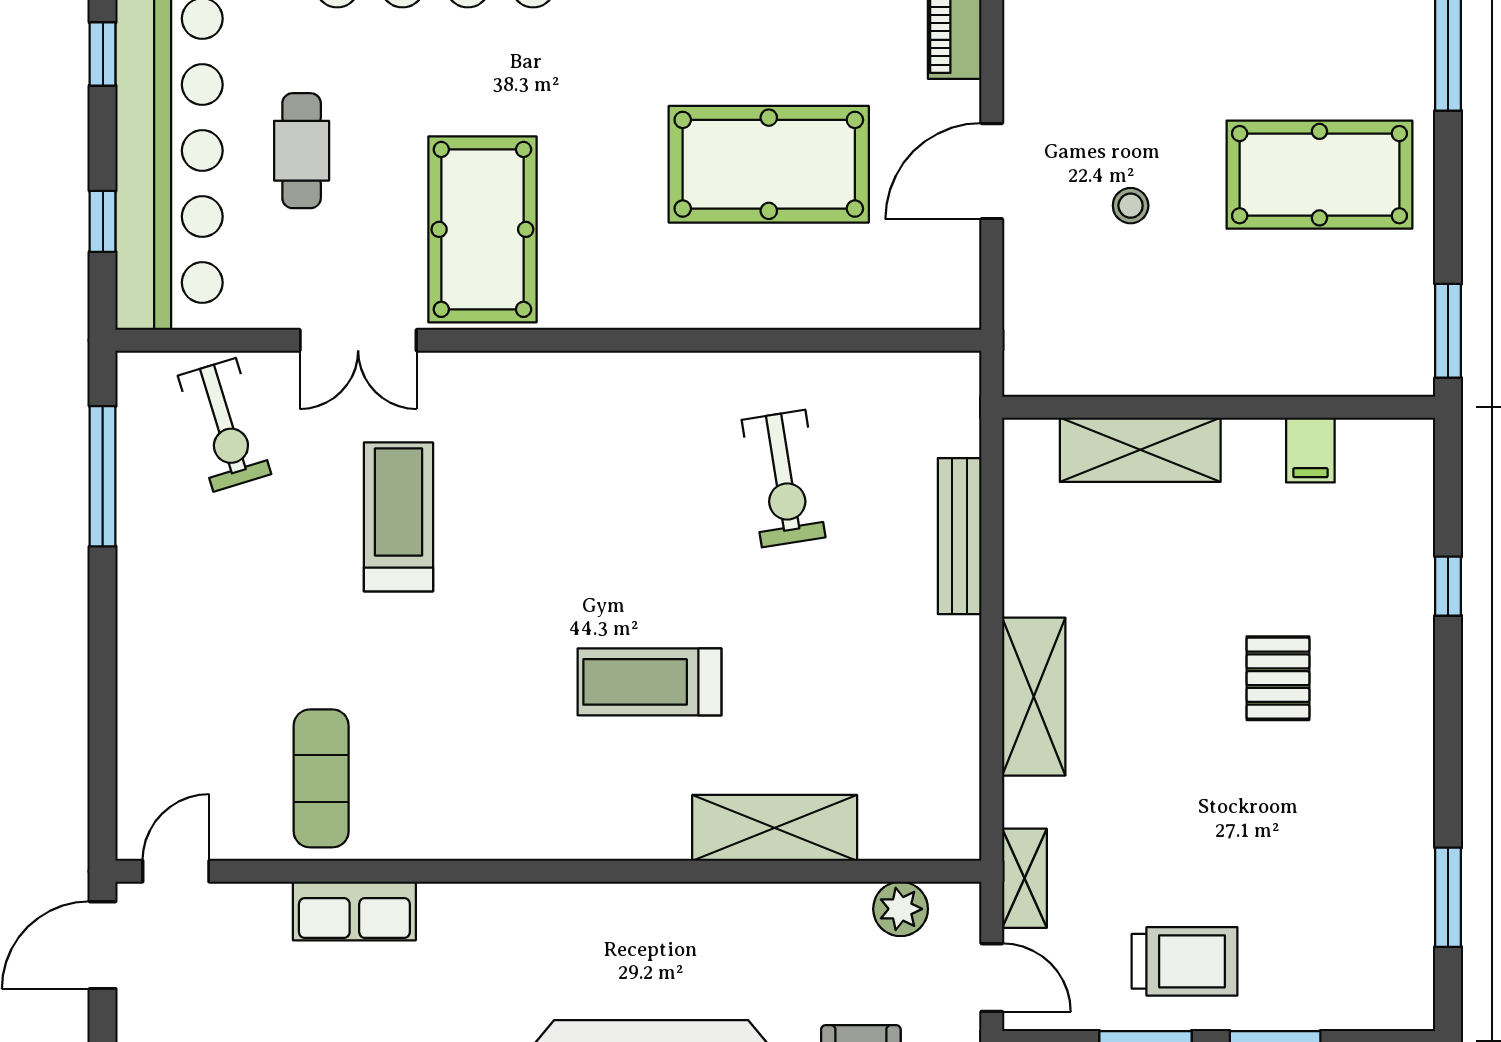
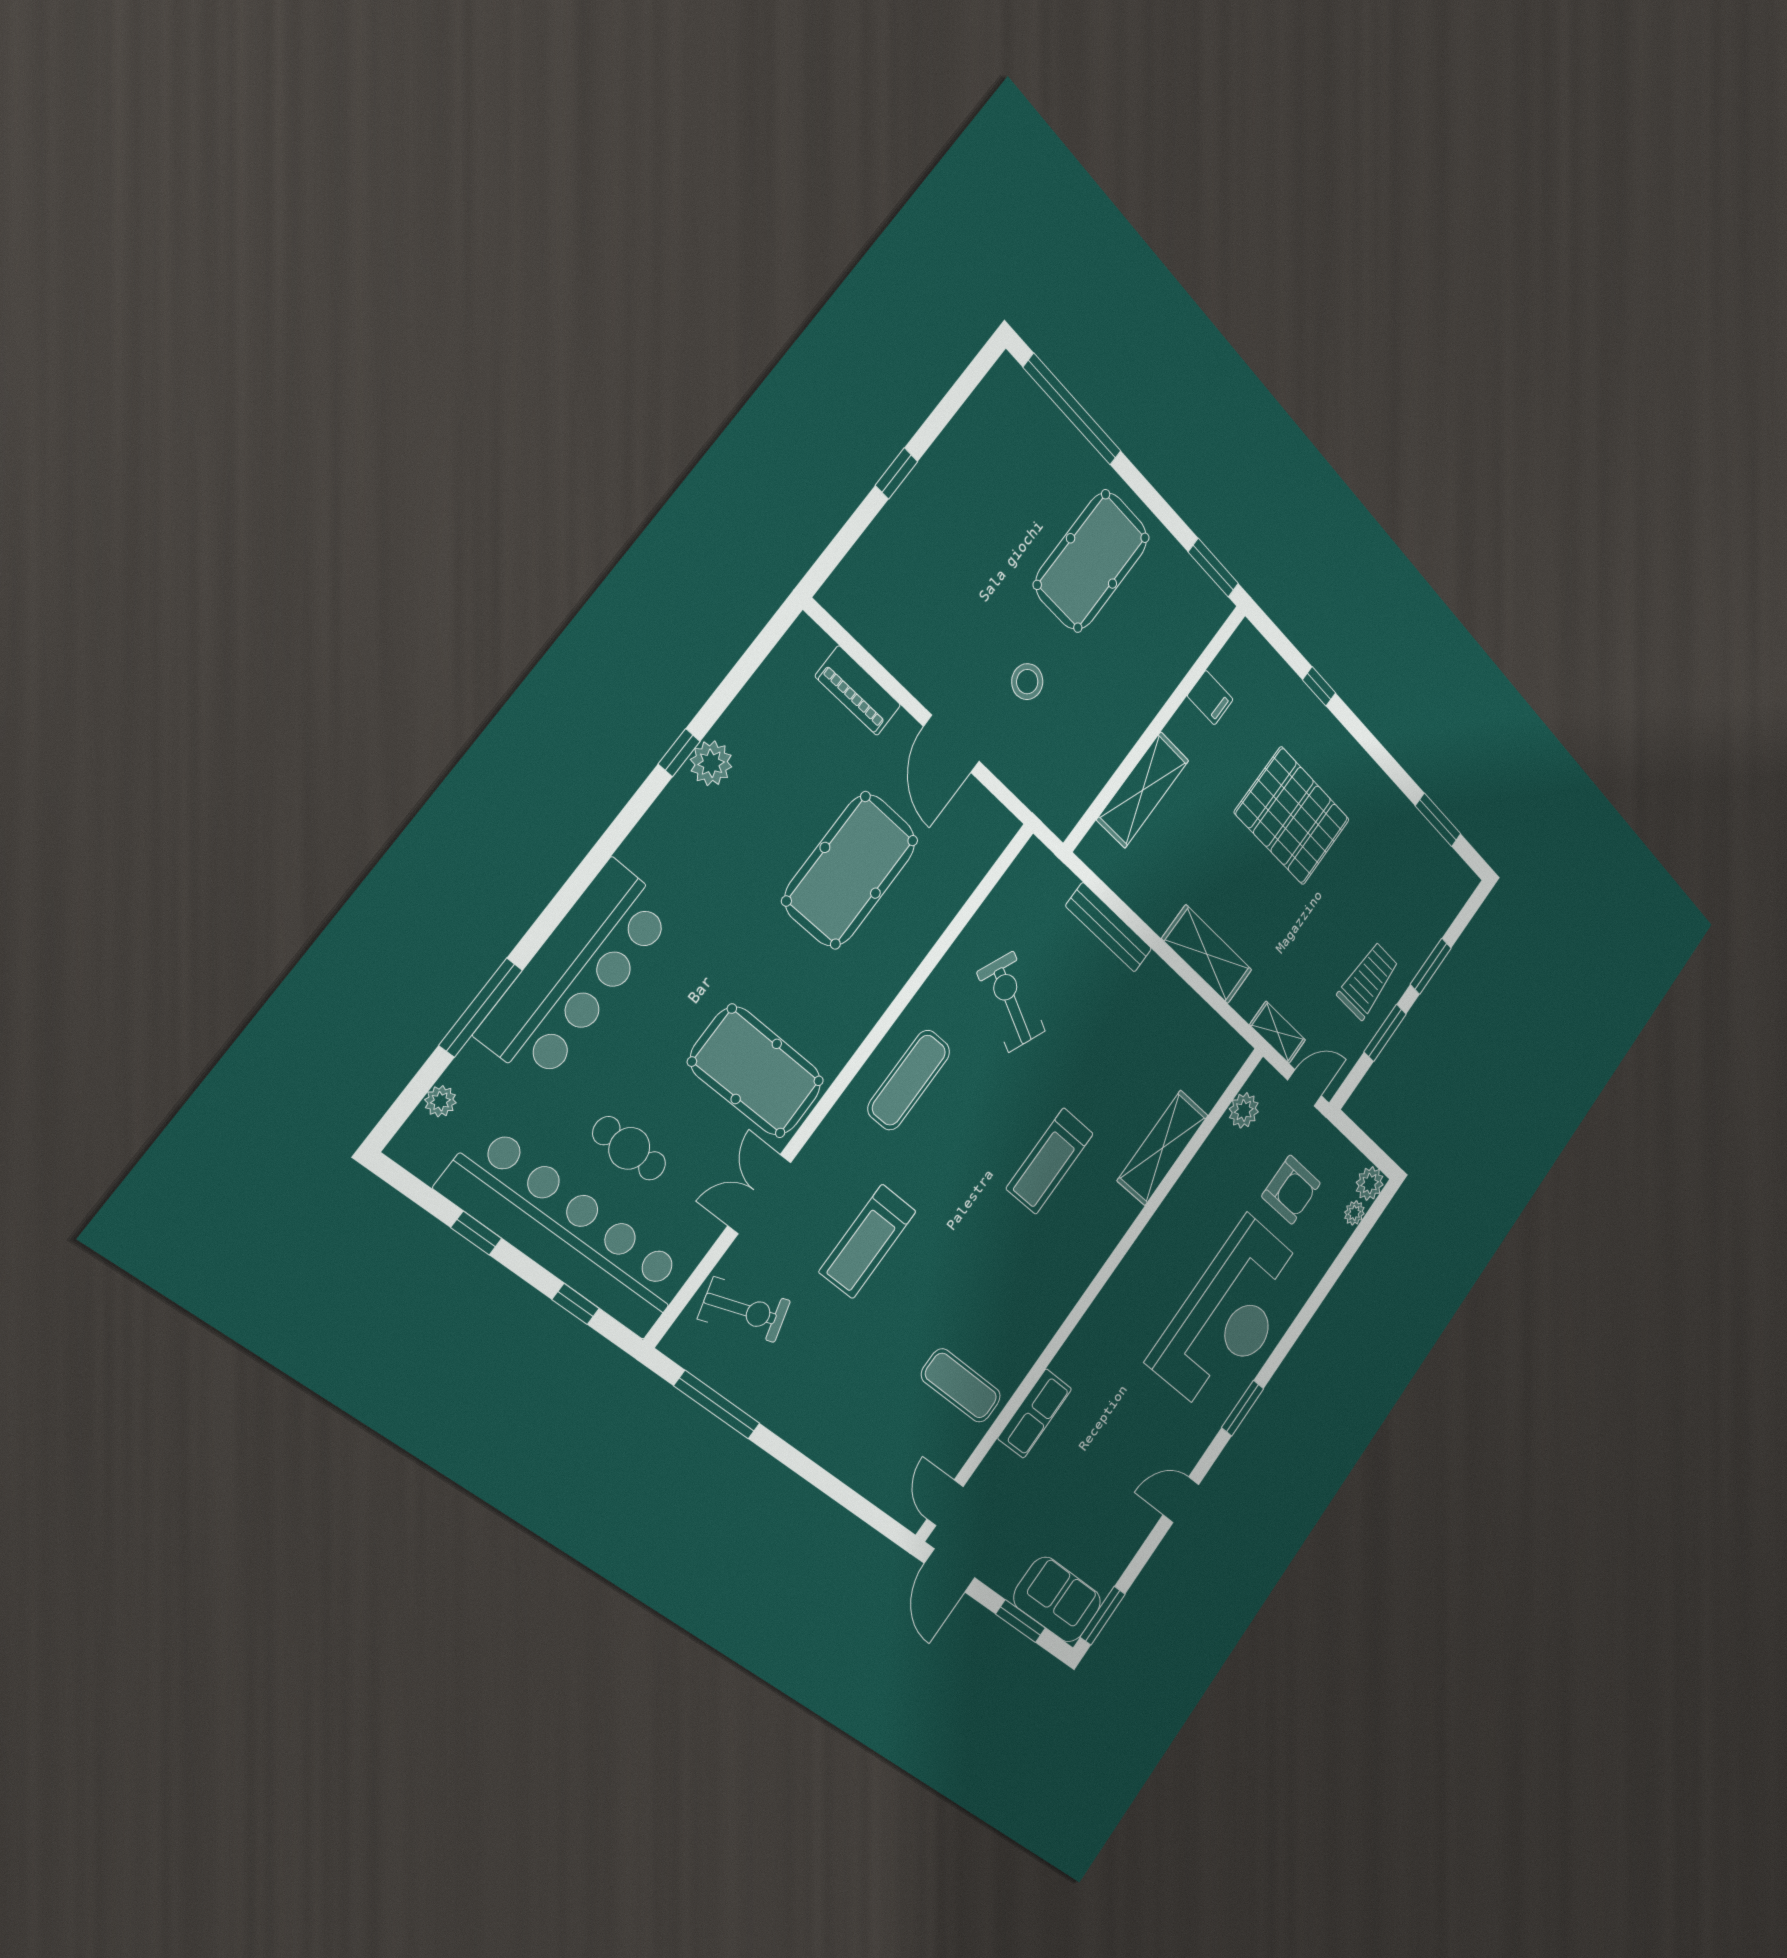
stool: (1131, 206) -> (1027, 682), width x1.37, depth x1.37
double door: (358, 340) -> (759, 1194), swing flipped
exercise mat: (606, 421) -> (909, 1080), added
exercise bike: (784, 479) -> (1011, 1002), turned -146
treadmill: (398, 517) -> (867, 1241), turned -90
pallet: (1278, 678) -> (1292, 816), width x2.05, depth x2.00

